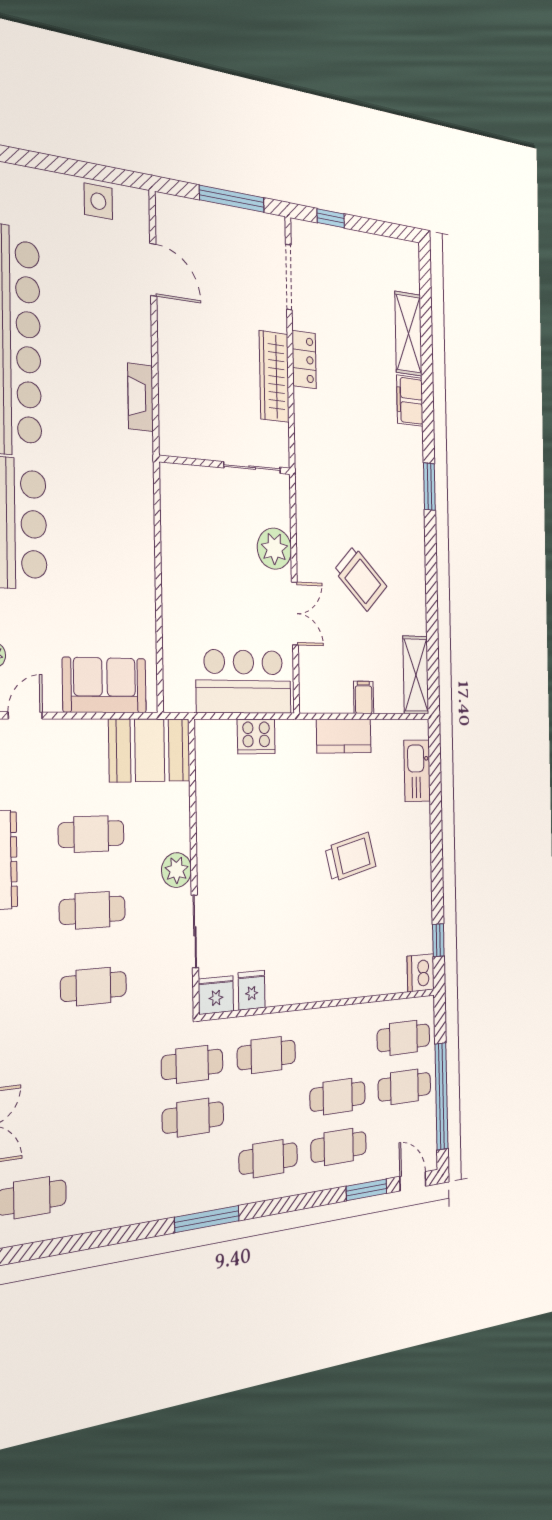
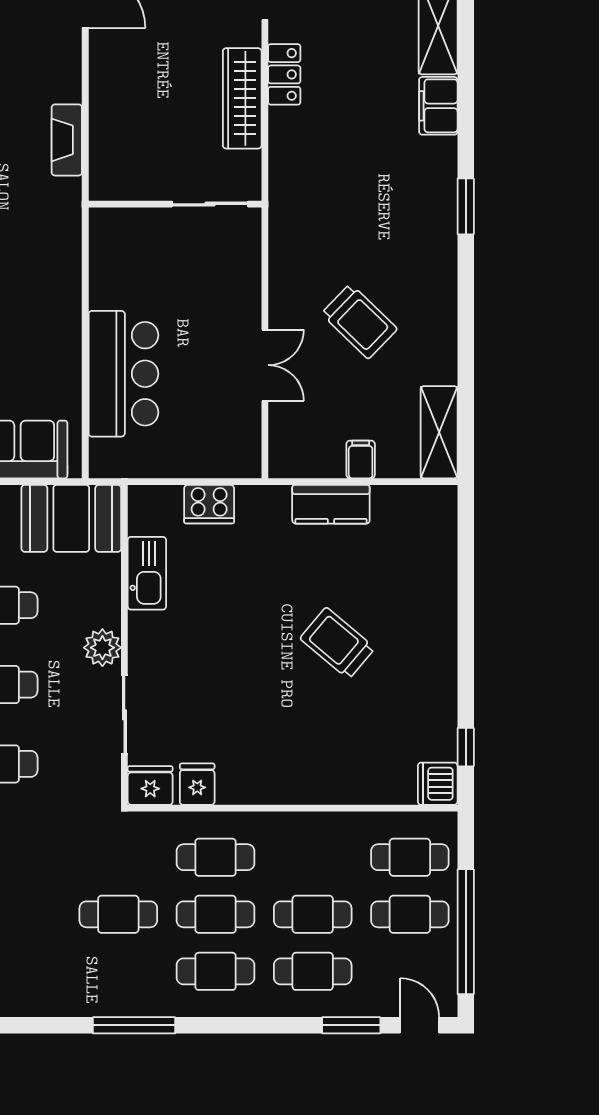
plant: (274, 549) -> (238, 293), removed
bar counter: (244, 682) -> (123, 374), moved, turned 90
kitchen sink: (417, 771) -> (147, 573), moved, turned 180
trolley: (351, 857) -> (337, 643), turned -126
cafe table: (192, 1064) -> (215, 914), moved

